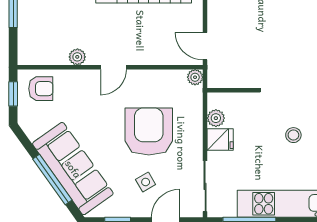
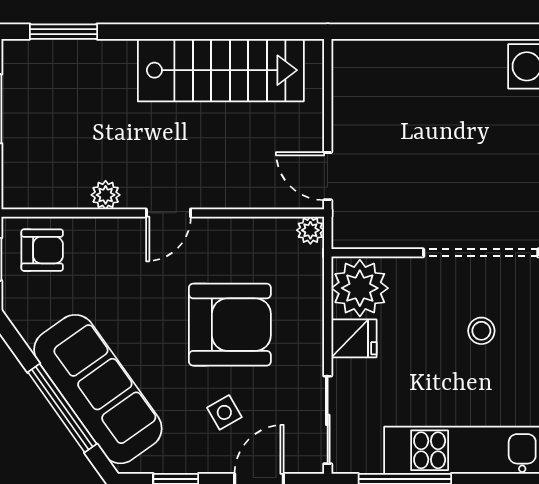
plant: (216, 118) -> (360, 288), width x1.87, depth x1.87
armchair: (149, 131) -> (230, 325), turned 90

